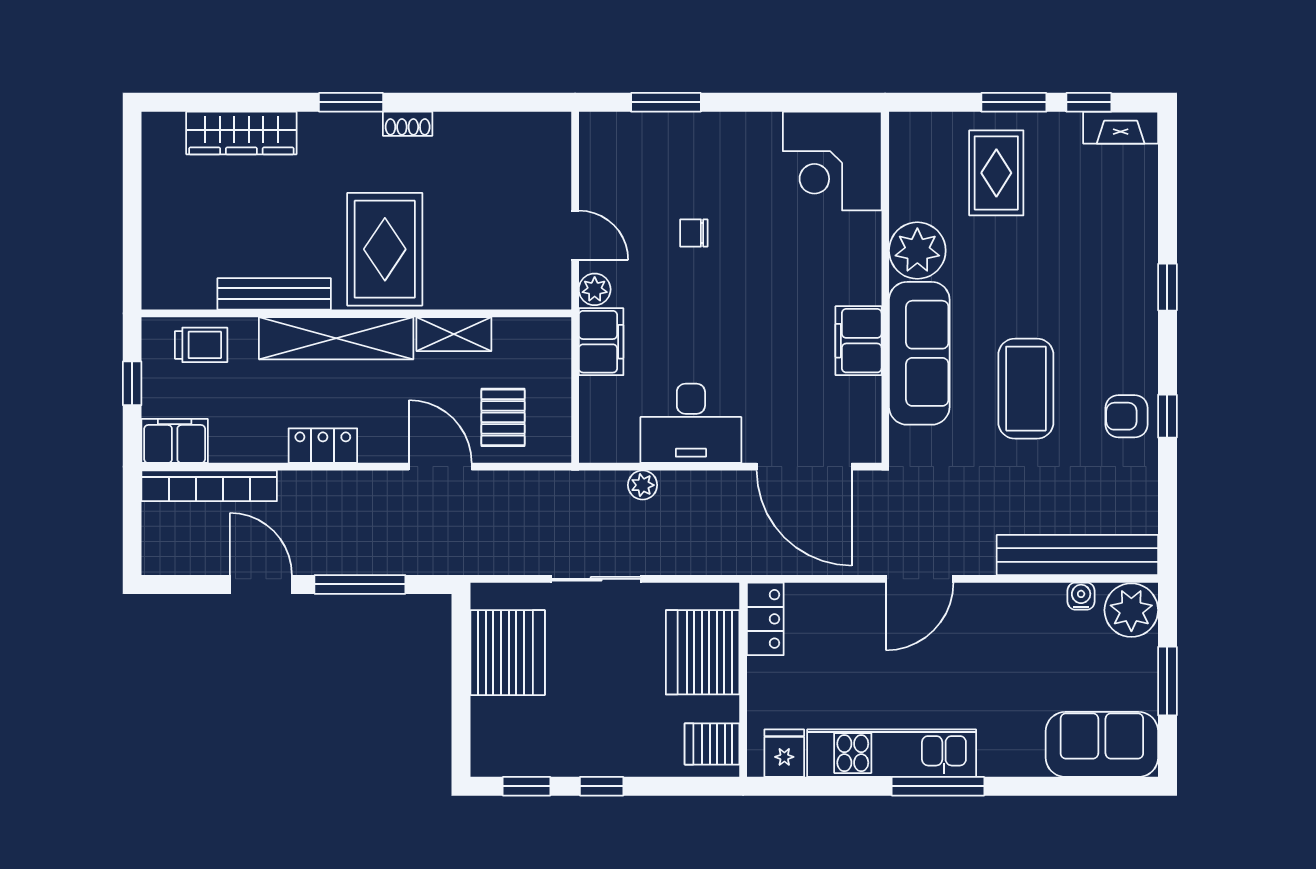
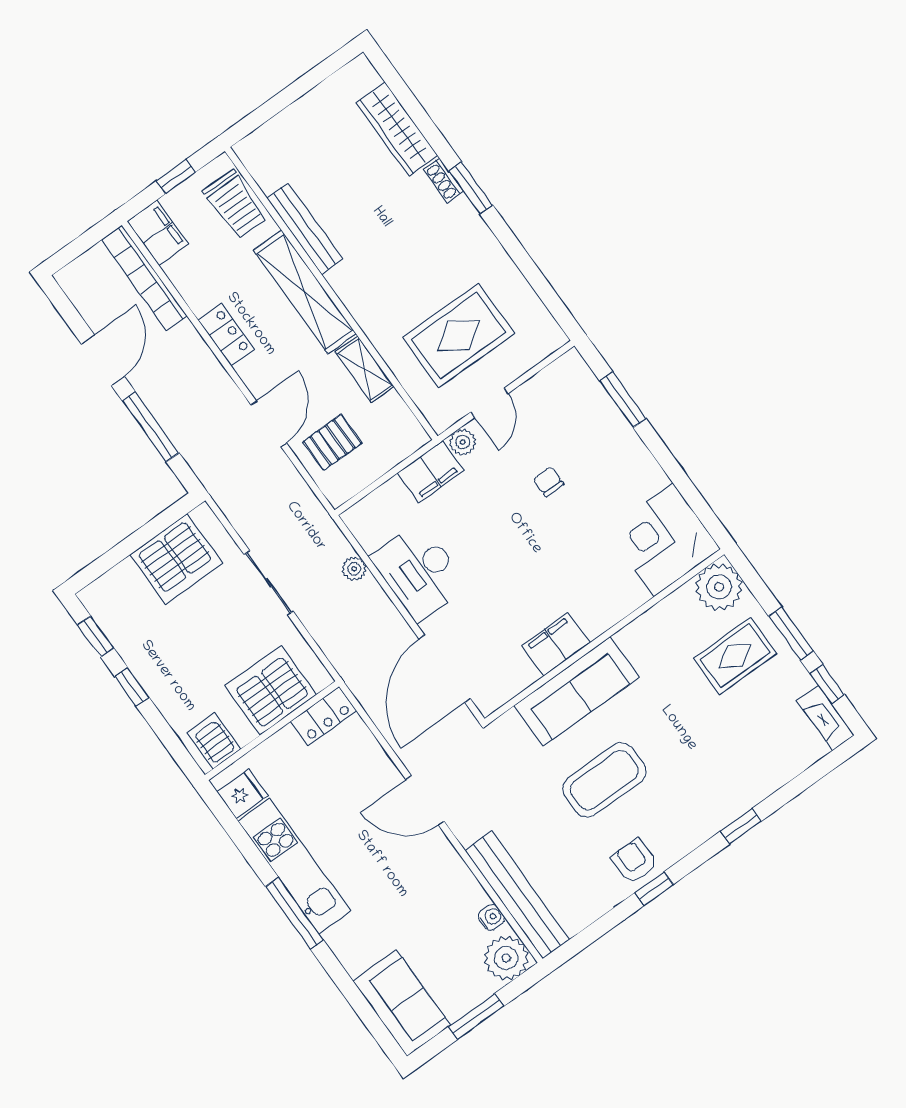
shoe rack: (408, 124) -> (443, 180), moved
rug: (385, 249) -> (459, 336), moved
plant: (917, 251) -> (719, 587), moved
trolley: (201, 345) -> (235, 204), width x1.36, depth x1.39

